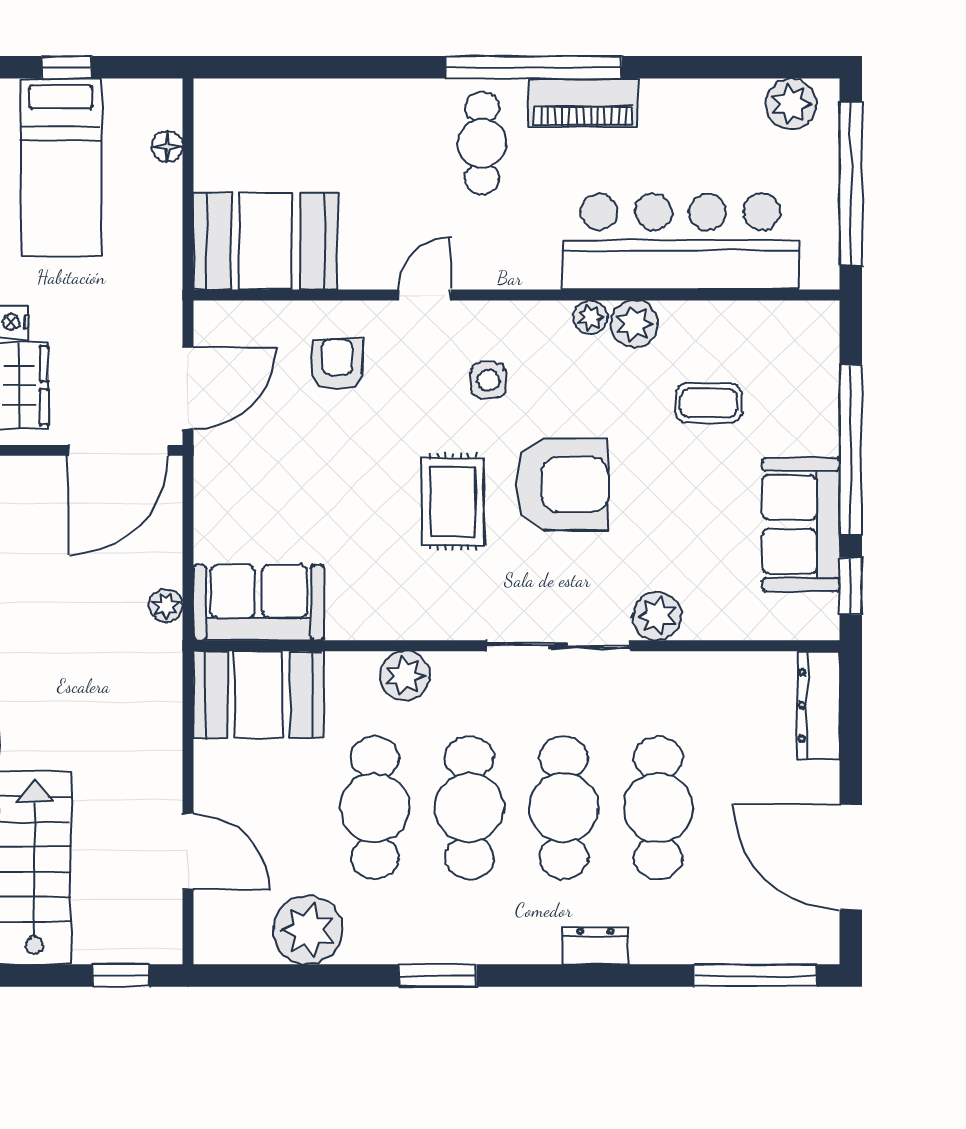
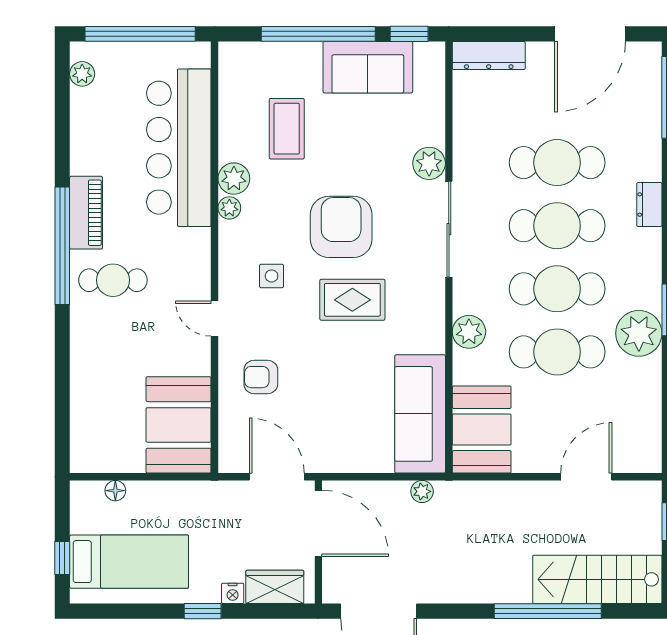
plant: (791, 104) -> (82, 74), width x0.73, depth x0.73
coffee table: (709, 403) -> (287, 129), width x1.36, depth x1.30
sofa: (258, 603) -> (420, 414), width x1.36
plant: (308, 930) -> (639, 333), moved

